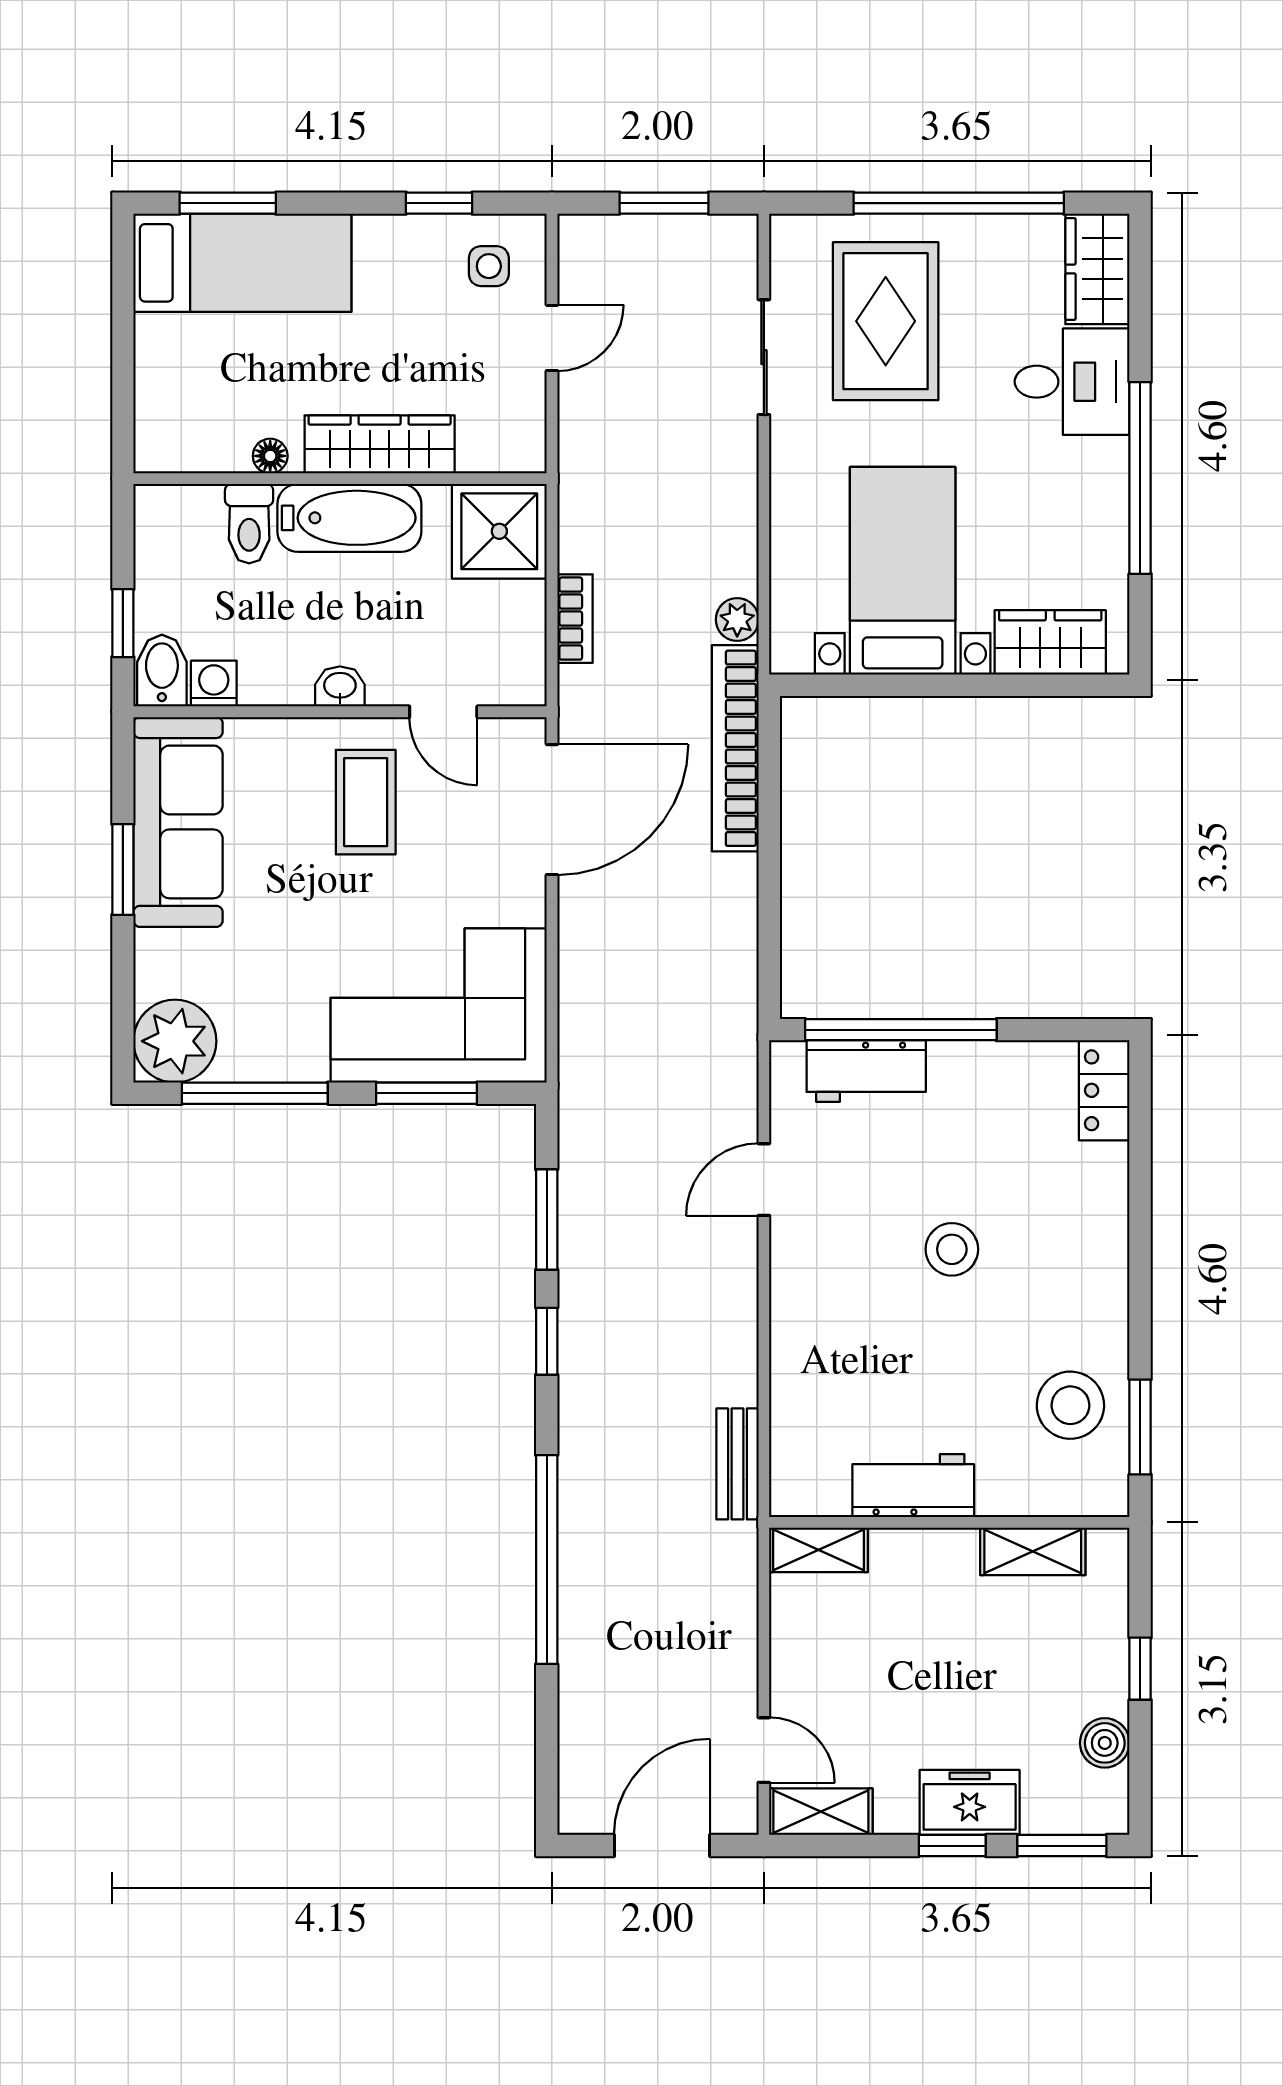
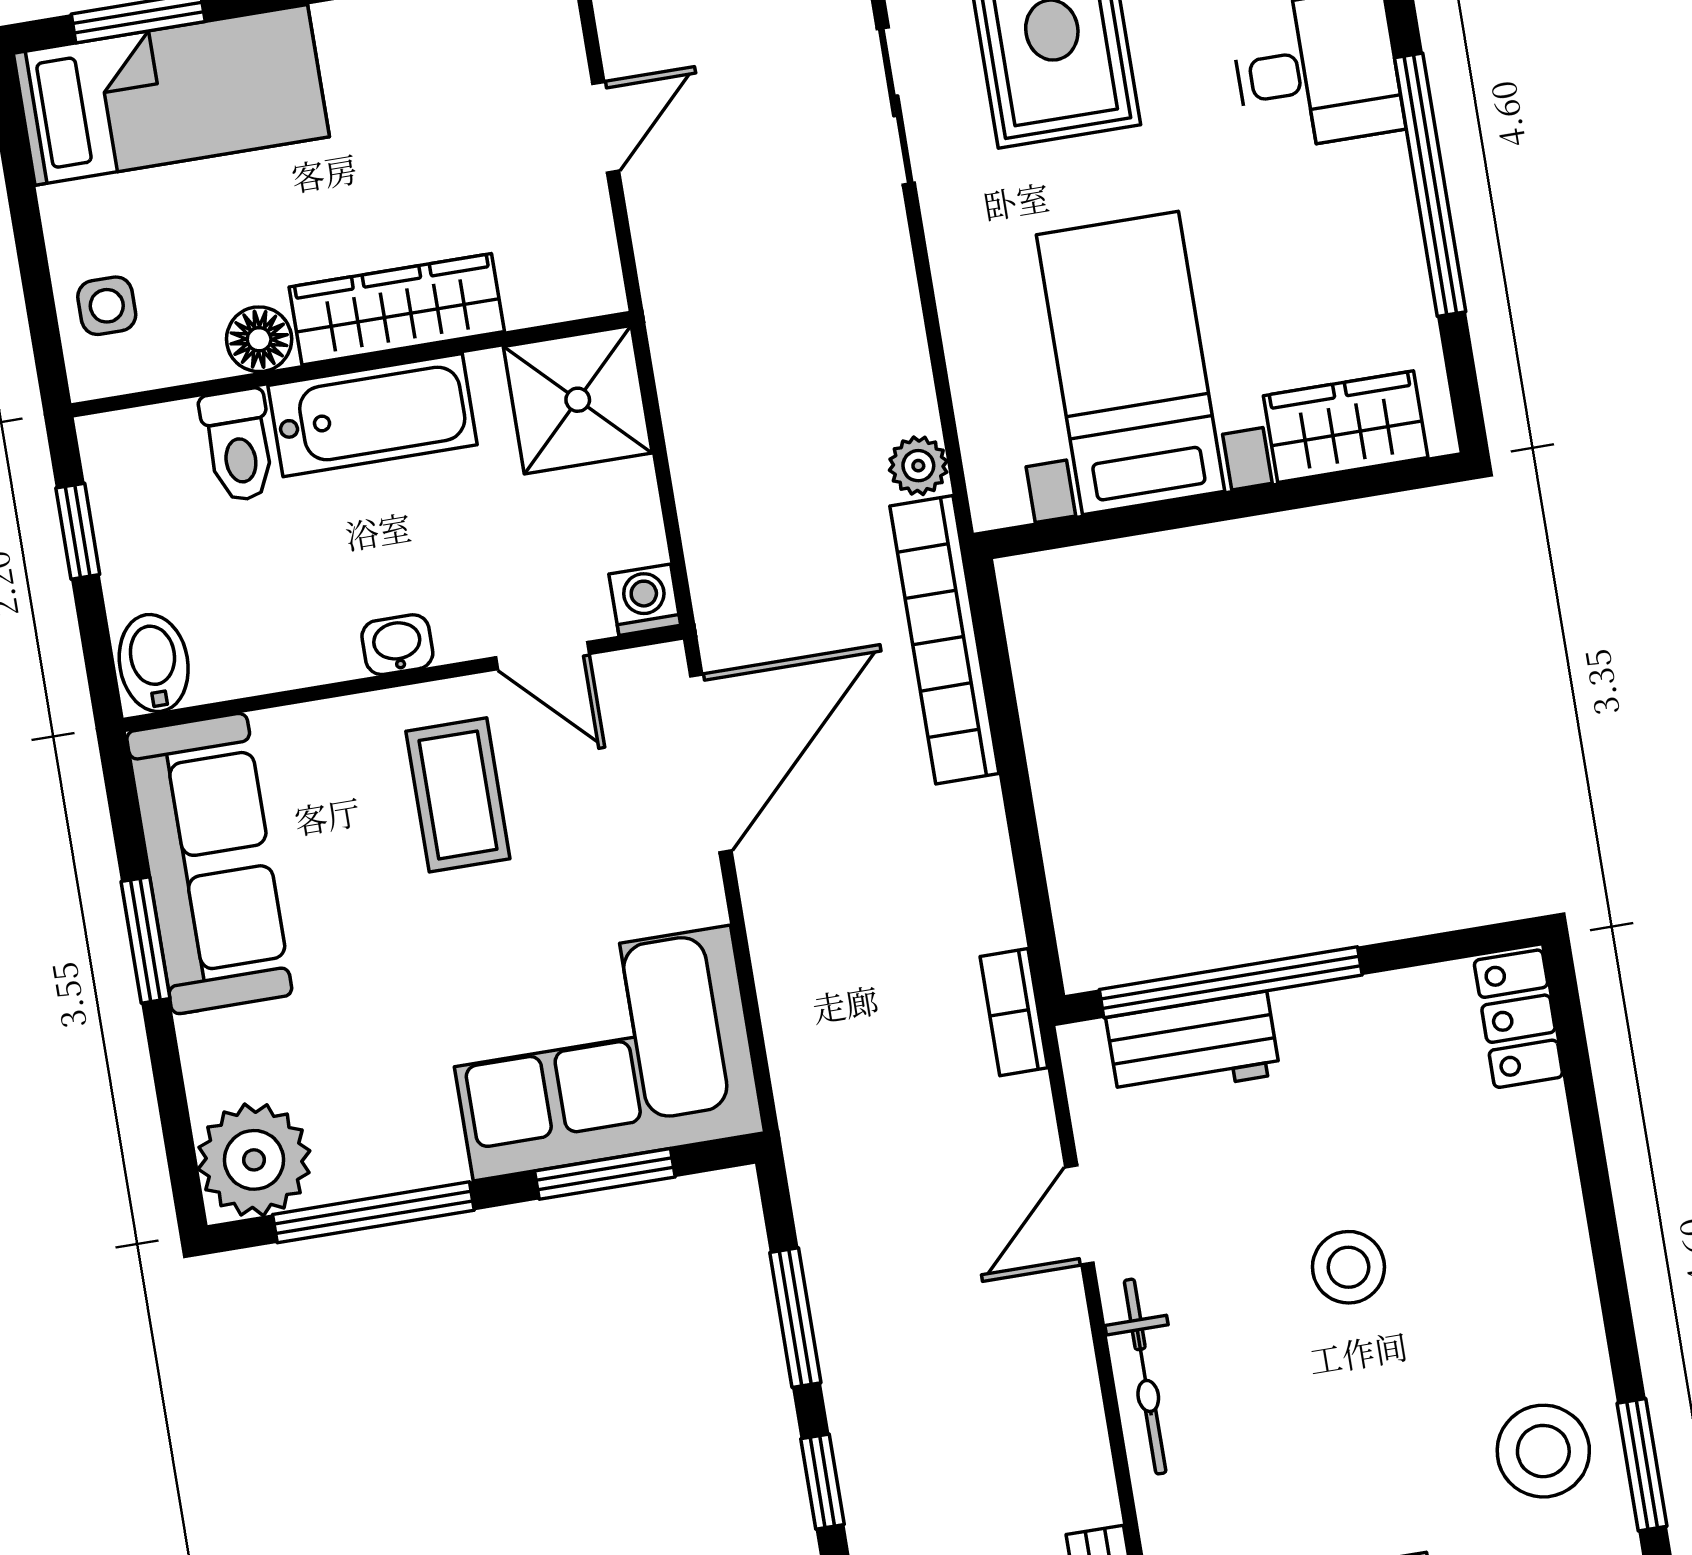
side table: (489, 266) -> (107, 306), moved
floor lamp: (270, 456) -> (259, 339), width x1.37, depth x1.37
bookcase: (575, 619) -> (1014, 1012), moved, turned 180
window: (123, 623) -> (78, 531), moved
washing machine: (214, 684) -> (645, 600), moved
bicycle: (792, 1304) -> (1145, 1377), added

